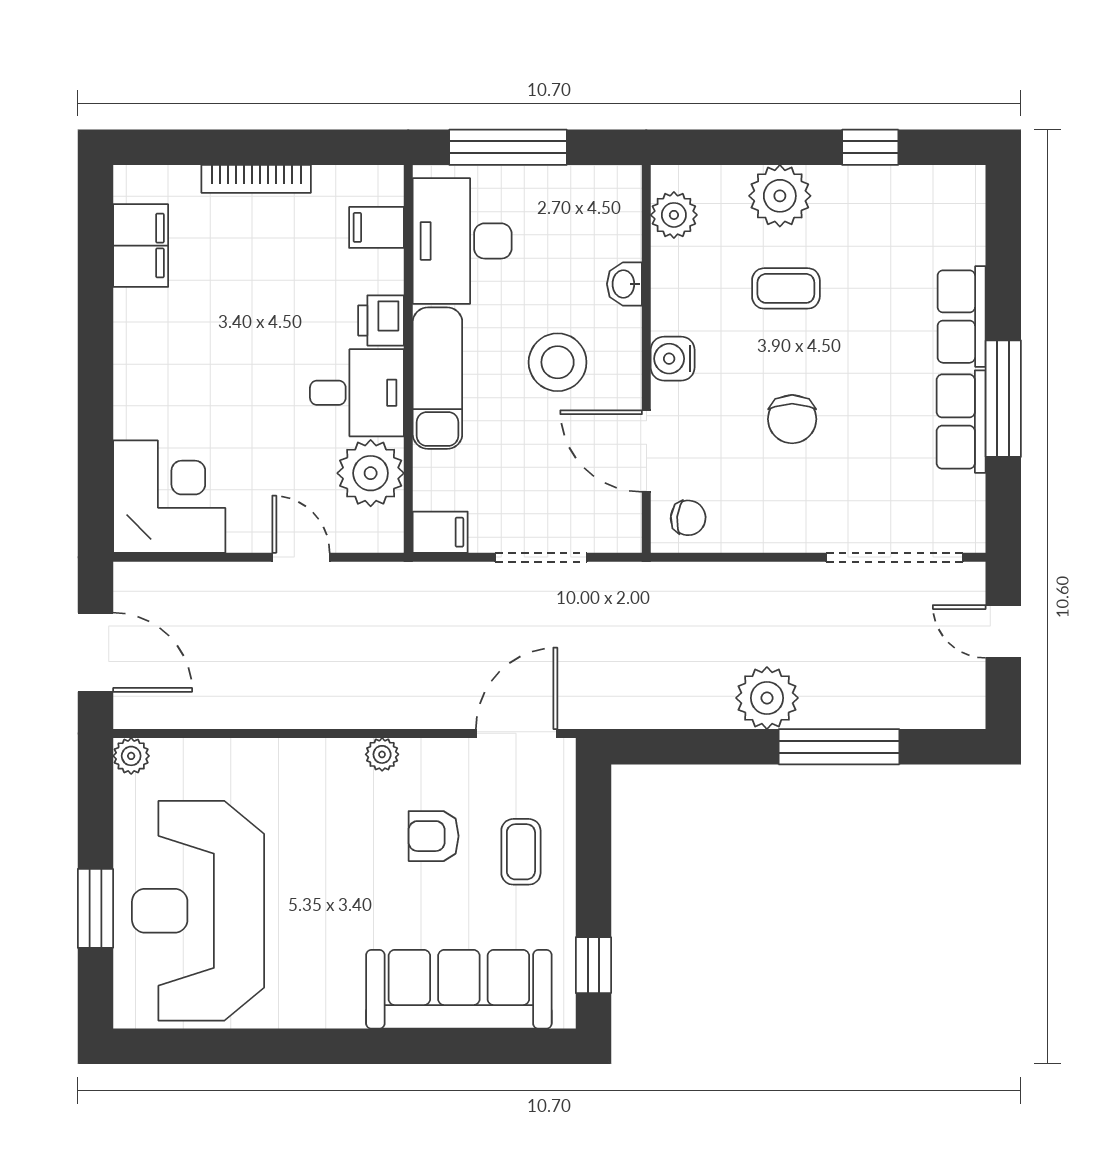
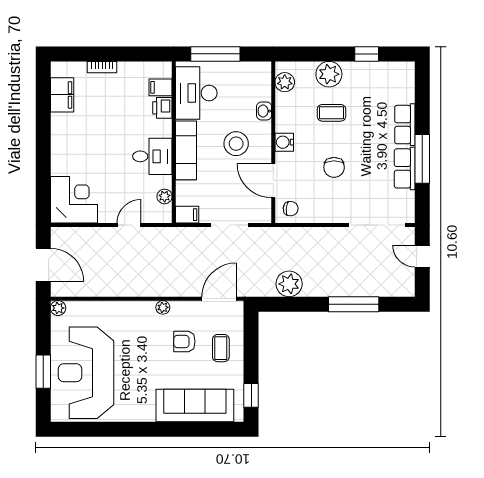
bookcase: (256, 179) -> (102, 67), width x0.64
printer: (381, 320) -> (162, 108), moved
plant: (371, 473) -> (165, 196), width x0.53, depth x0.53
door: (301, 557) -> (129, 225), hinge flipped
plant: (767, 698) -> (289, 284), moved

